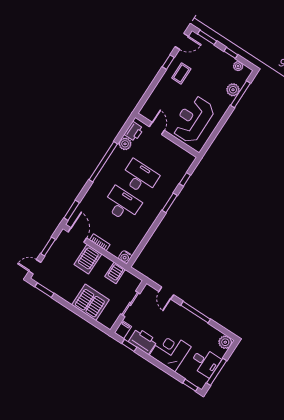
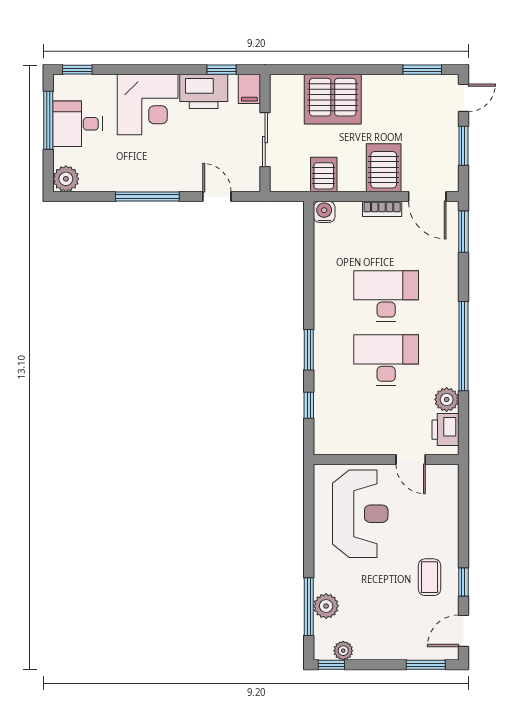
window: (231, 53) -> (331, 665), moved
desk: (140, 177) -> (386, 360), turned 180
desk: (122, 204) -> (386, 296), turned 180

